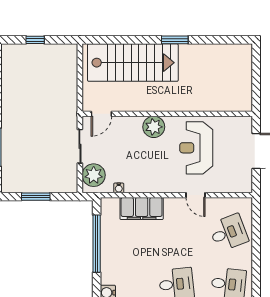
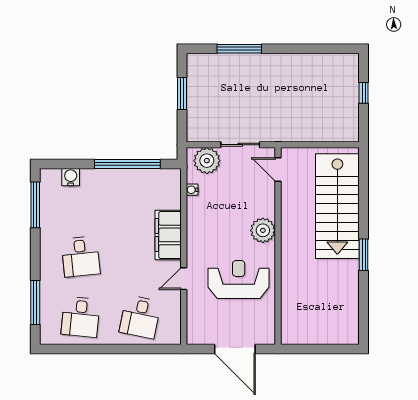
filing cabinet: (142, 209) -> (168, 235), moved
desk: (229, 233) -> (140, 317), turned 33

